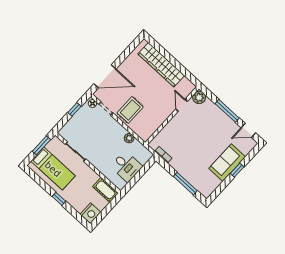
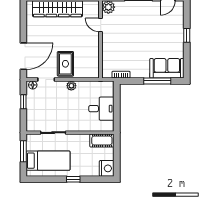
plant: (129, 138) -> (71, 86), moved
sofa: (227, 163) -> (167, 68), moved, turned 90

